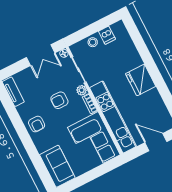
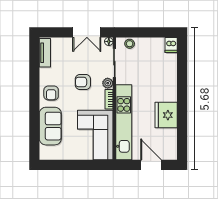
dishwasher: (107, 35) -> (171, 45), moved
stool: (93, 42) -> (130, 44), moved
fridge: (141, 80) -> (166, 115), moved
sofa: (57, 166) -> (50, 126), moved

